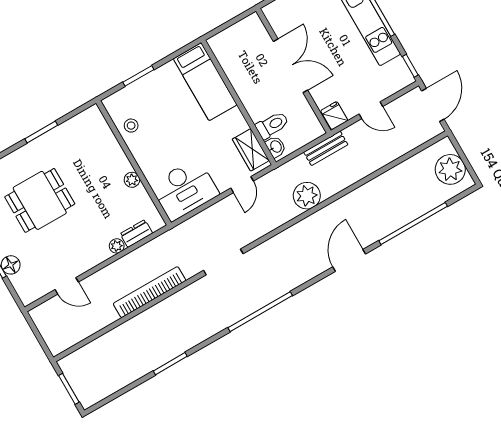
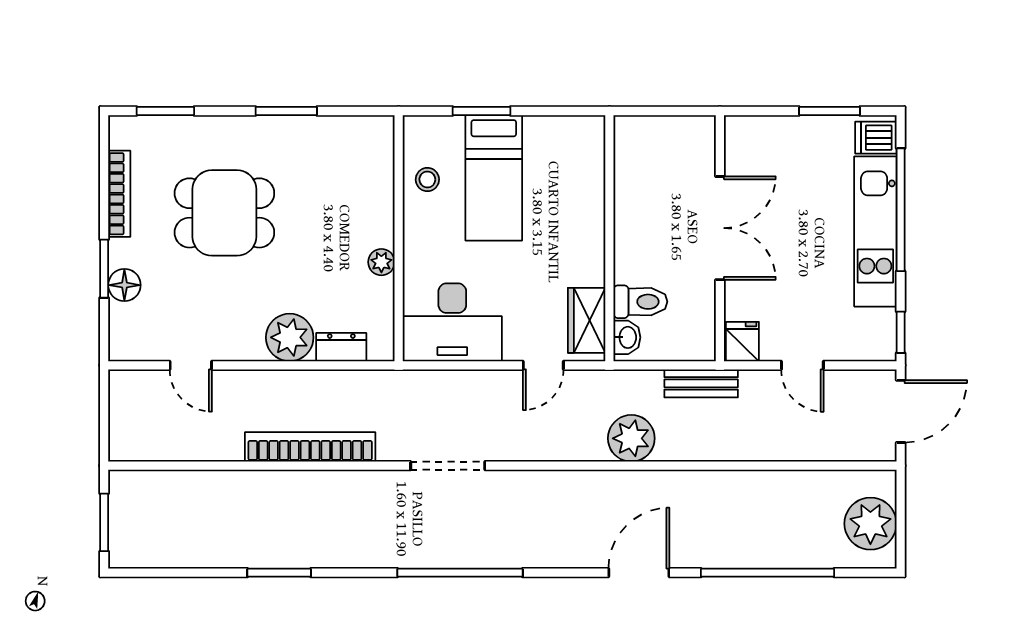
bed: (205, 82) -> (494, 178), moved
plant: (117, 246) -> (290, 337), width x1.88, depth x1.88

